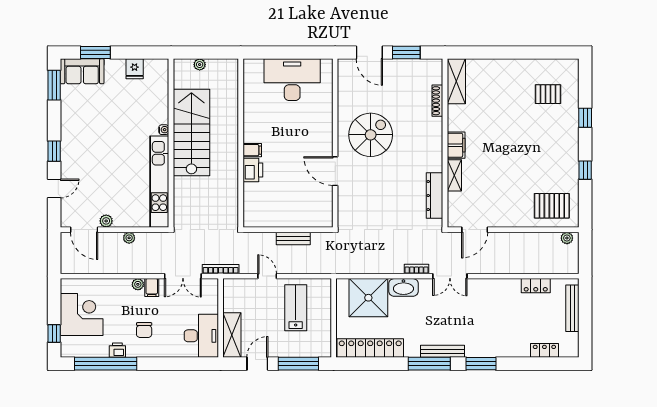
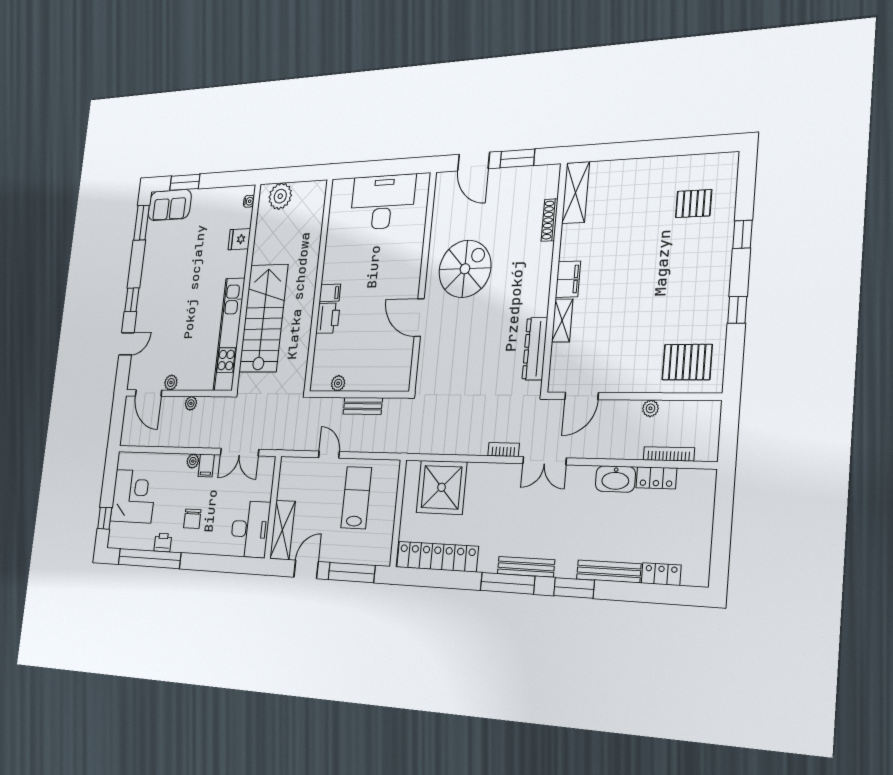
plant: (200, 65) -> (280, 196), width x1.87, depth x1.87
fridge: (135, 69) -> (239, 239), moved, turned 90
water cooler: (164, 130) -> (249, 201), moved
stairs: (191, 132) -> (263, 318), moved
plant: (269, 221) -> (338, 383), added
plant: (567, 238) -> (650, 408), moved
bookcase: (221, 269) -> (669, 454), moved
washbasin: (403, 287) -> (615, 479), moved
bench: (572, 308) -> (609, 571), moved, turned 90

